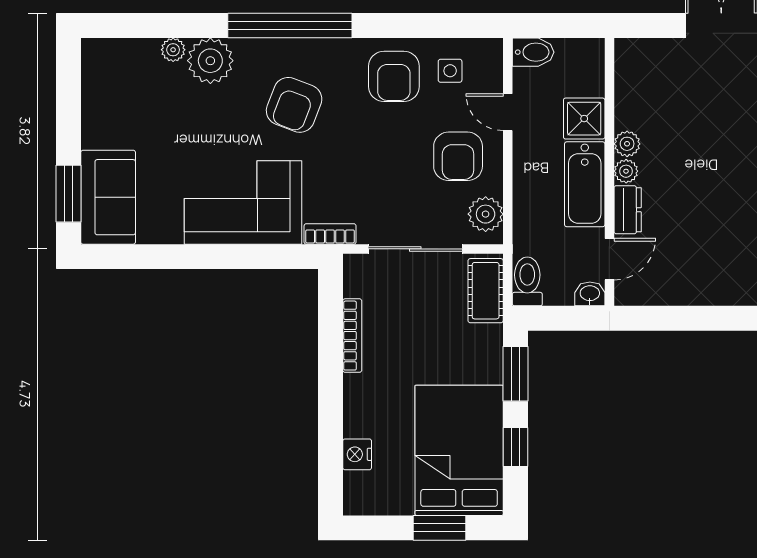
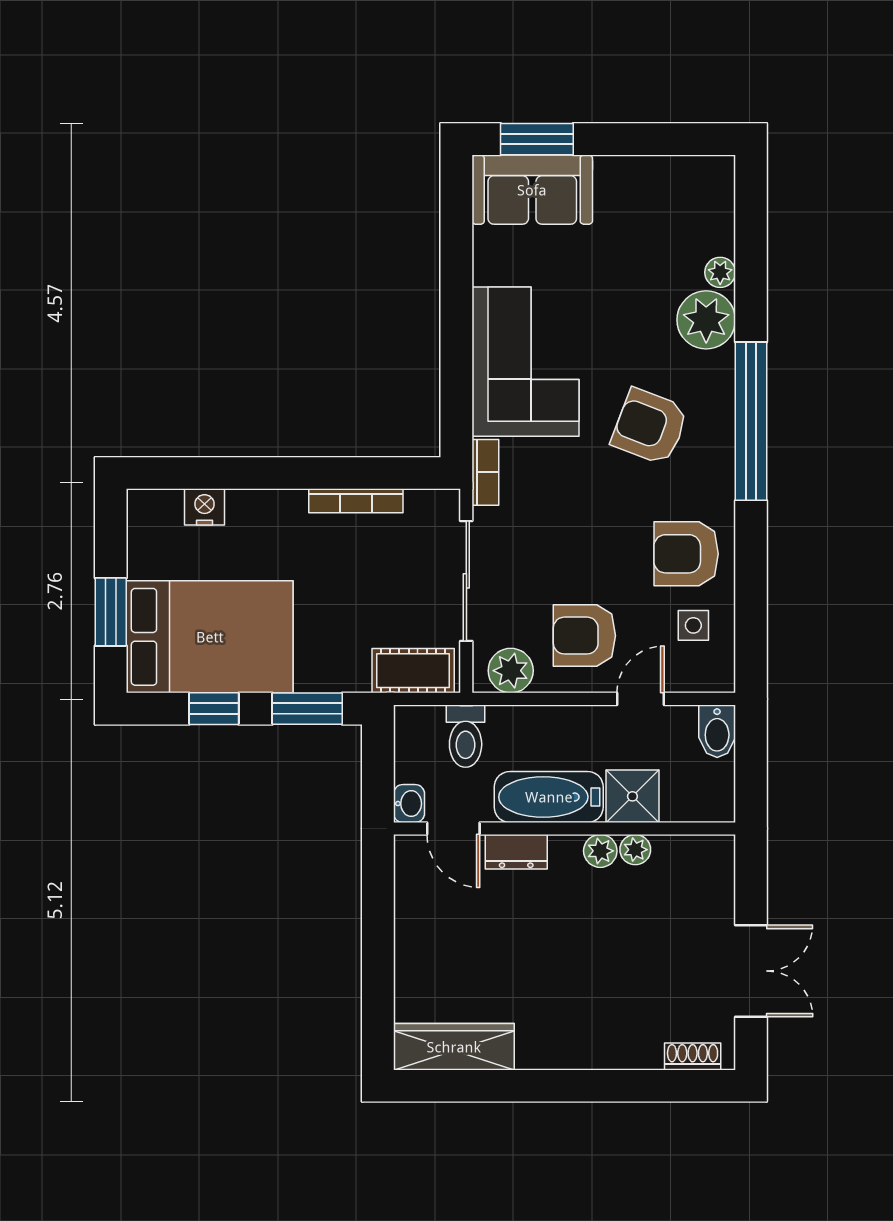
plant: (626, 171) -> (635, 850), moved
toilet: (527, 281) -> (466, 736), moved, turned 90

